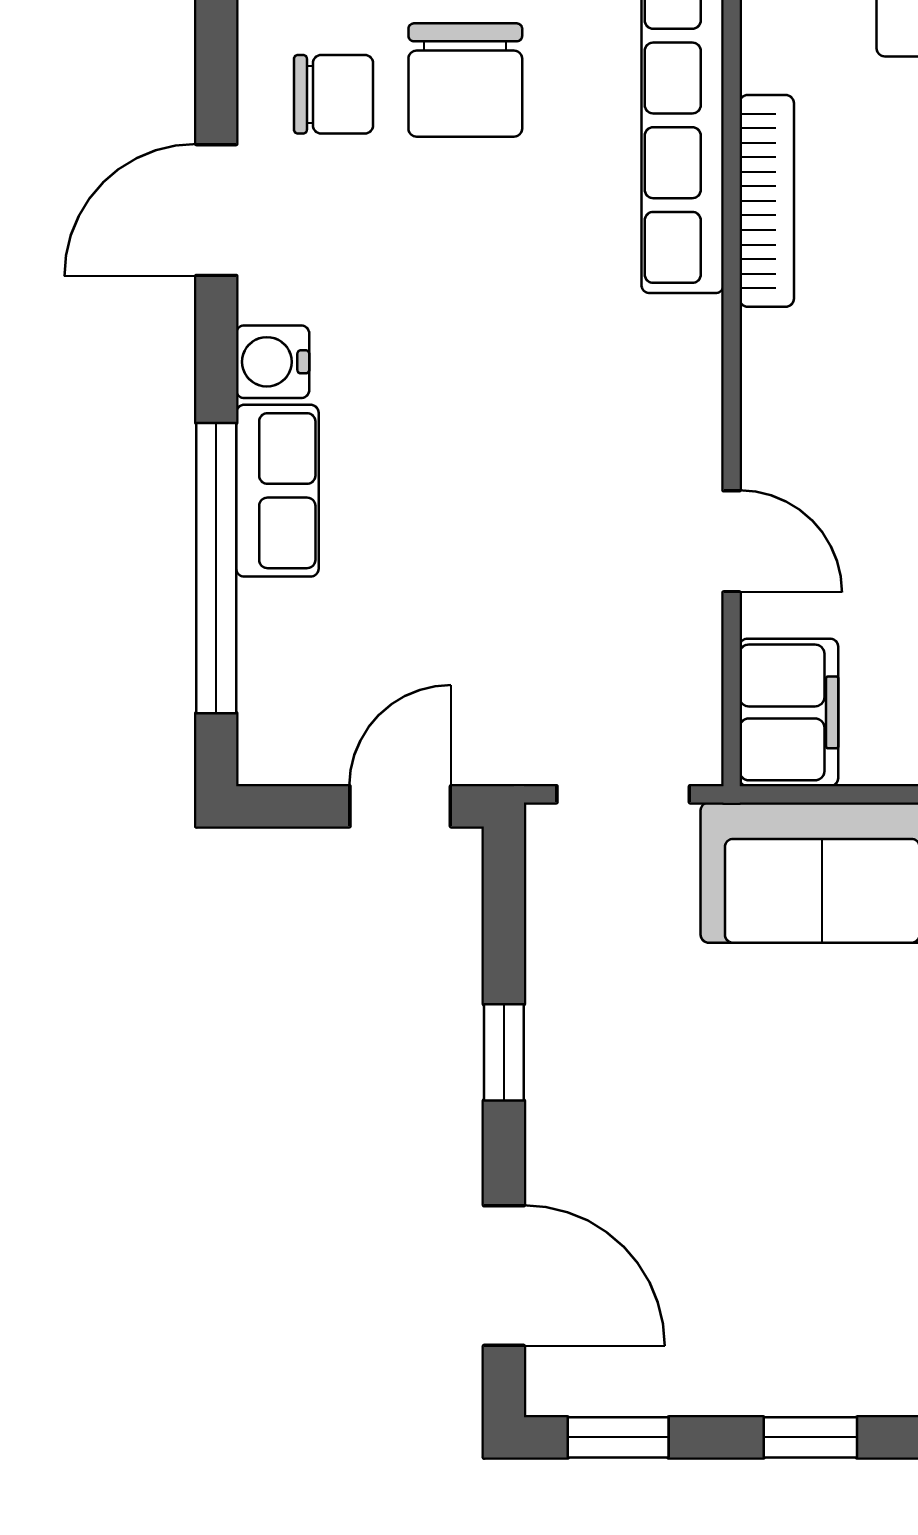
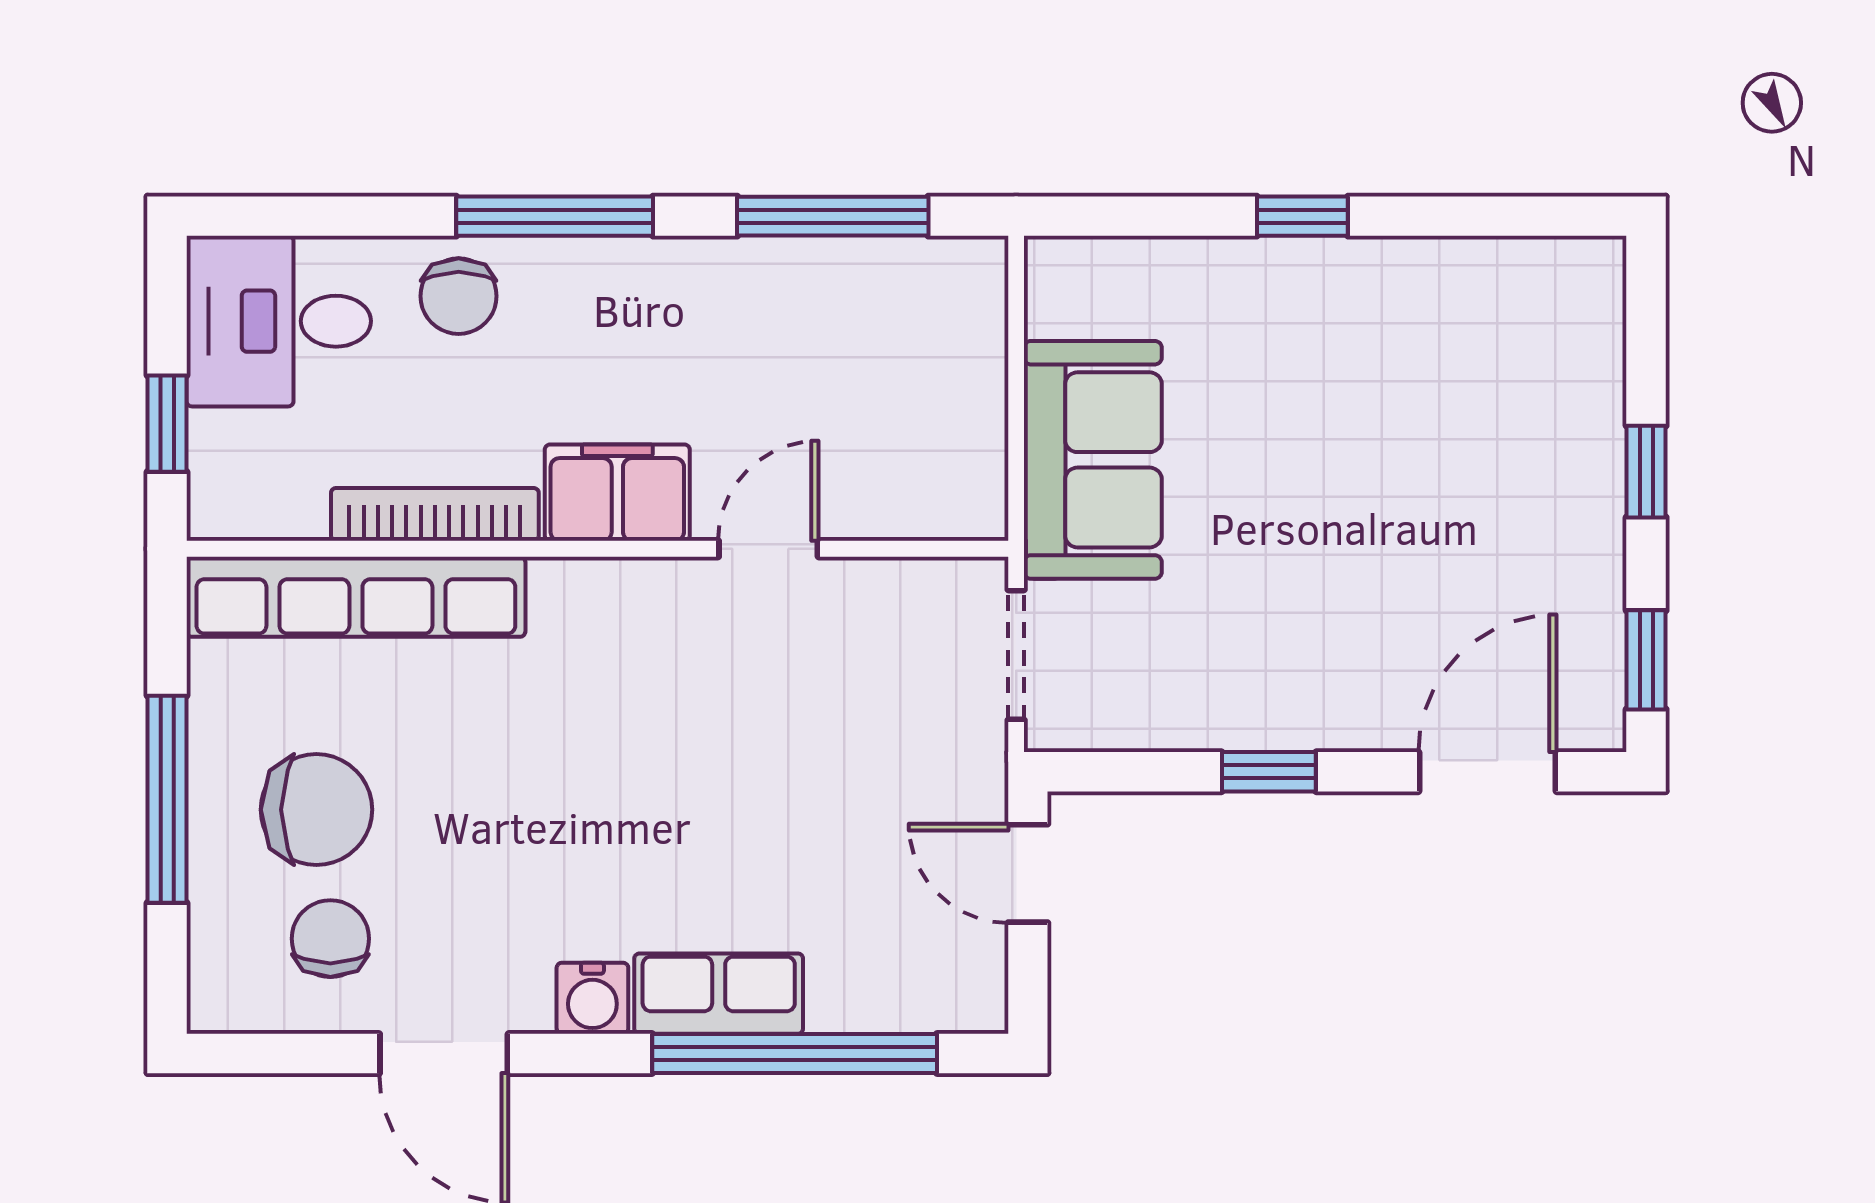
filing cabinet: (789, 712) -> (617, 493), moved

